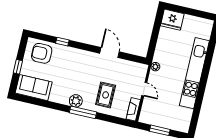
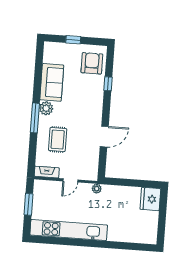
kitchen unit: (194, 73) -> (69, 230), moved
sofa: (34, 88) -> (52, 82), moved
rug: (106, 95) -> (58, 140), turned 90

